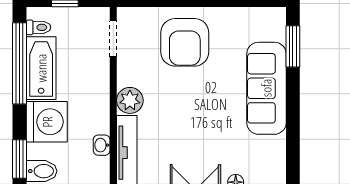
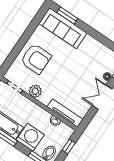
sofa: (266, 88) -> (63, 28), moved
plant: (130, 100) -> (35, 91), moved

